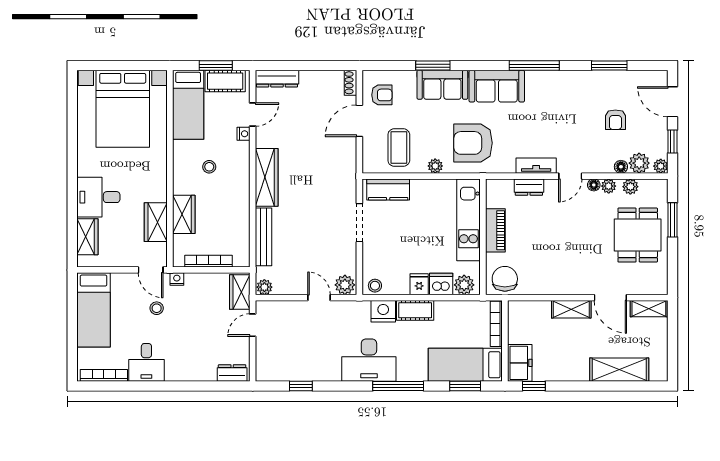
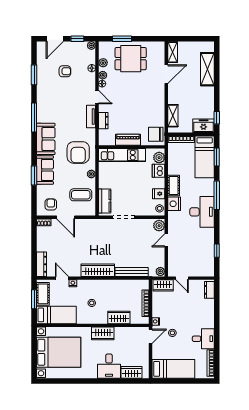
plant: (639, 163) -> (90, 58), removed
wardrobe: (156, 222) -> (103, 333), moved
fridge: (419, 284) -> (159, 194), moved
shelving: (571, 309) -> (173, 116), moved

